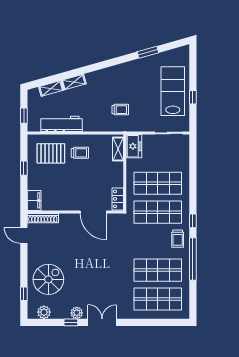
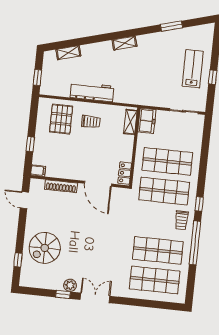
shelving: (74, 82) -> (125, 43), moved
lab bench: (173, 91) -> (193, 69), width x0.73, depth x0.72
trolley: (120, 110) -> (137, 82), removed
workbench: (62, 124) -> (92, 92), moved
pallet: (51, 153) -> (61, 119), turned 90
window: (24, 168) -> (30, 144), moved
filing cabinet: (34, 200) -> (38, 171), width x0.50
shoe rack: (43, 218) -> (61, 186), moved
spiral stairs: (48, 279) -> (45, 248), turned 180
plant: (44, 312) -> (37, 281), removed

